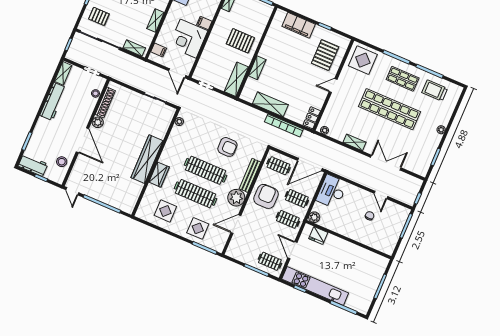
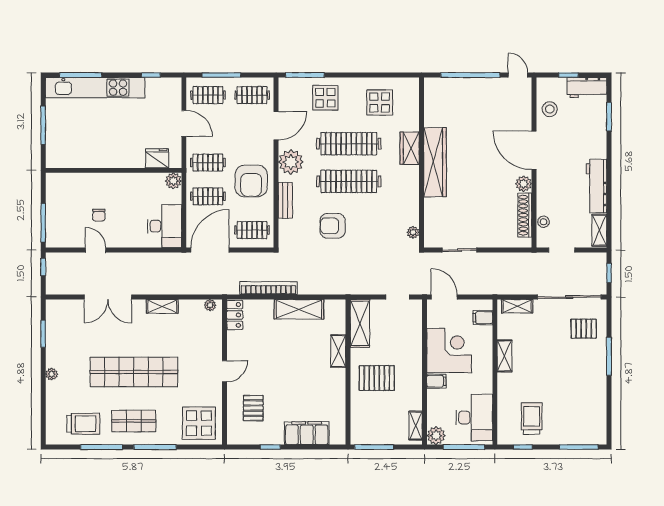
pallet: (325, 55) -> (253, 408), width x0.67, depth x0.71
bench: (250, 175) -> (285, 200), width x0.73
clothes rail: (243, 249) -> (252, 95), added
kitchen unit: (315, 286) -> (95, 88), moved

